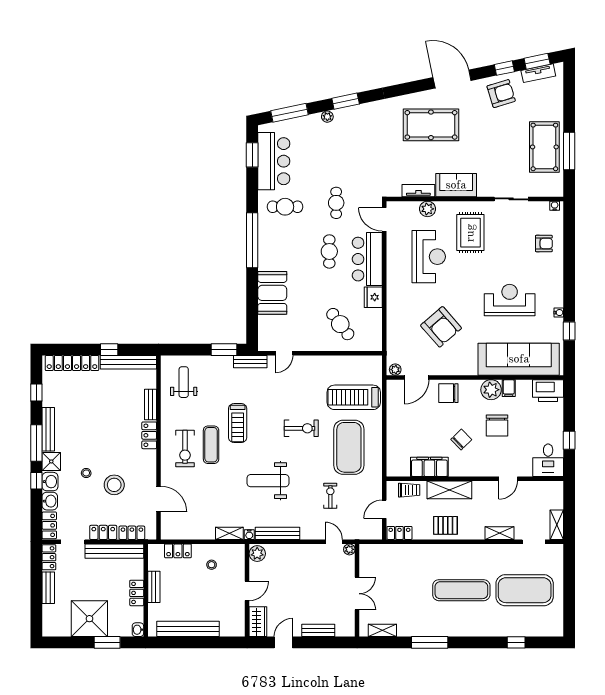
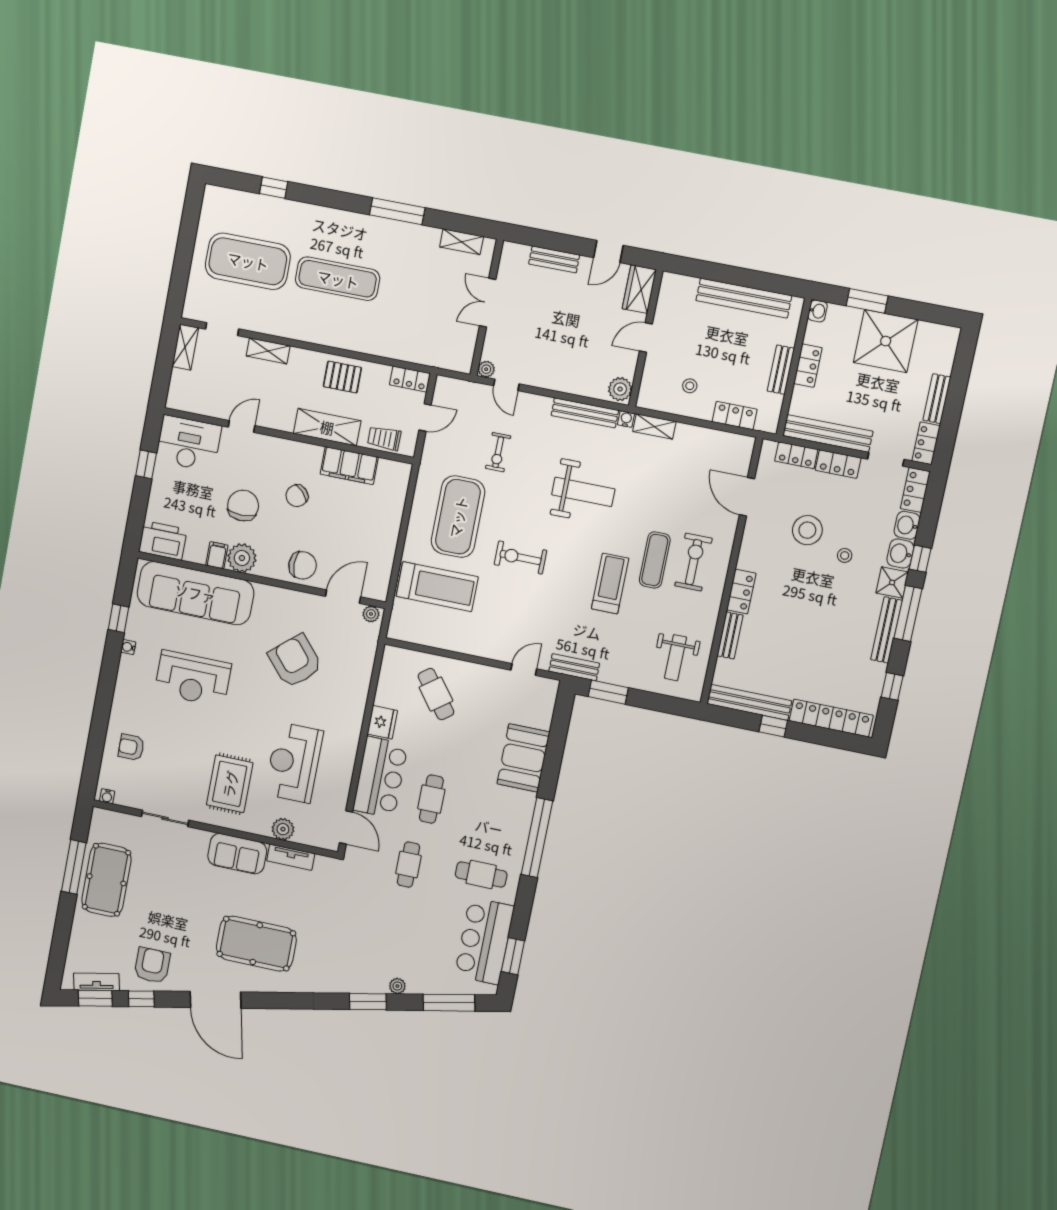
armchair: (501, 94) -> (152, 965), turned 107
desk: (548, 460) -> (189, 443), width x1.37

